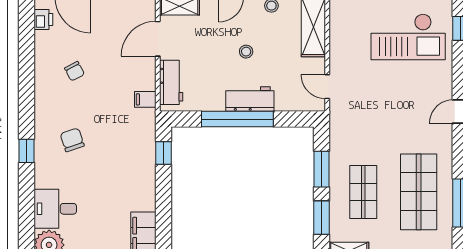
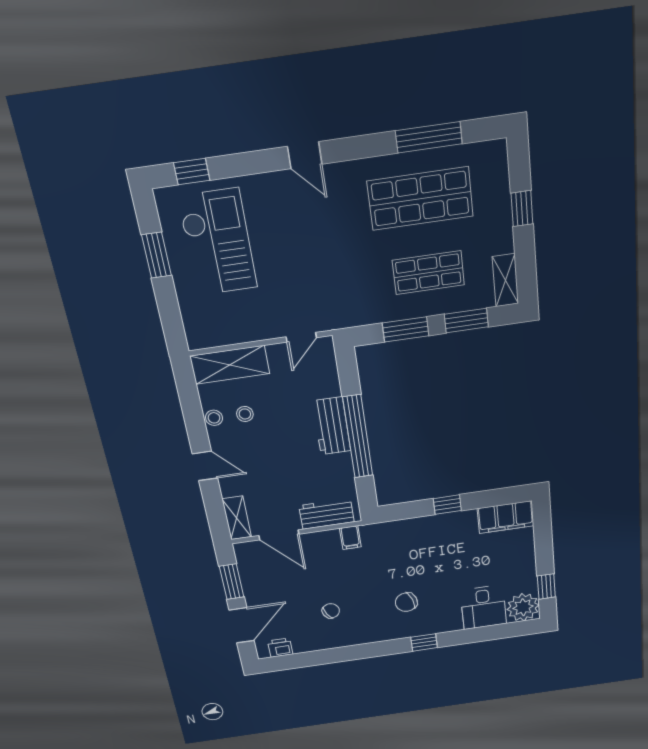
stool: (246, 52) -> (245, 414), moved
window: (164, 153) -> (447, 505), moved

